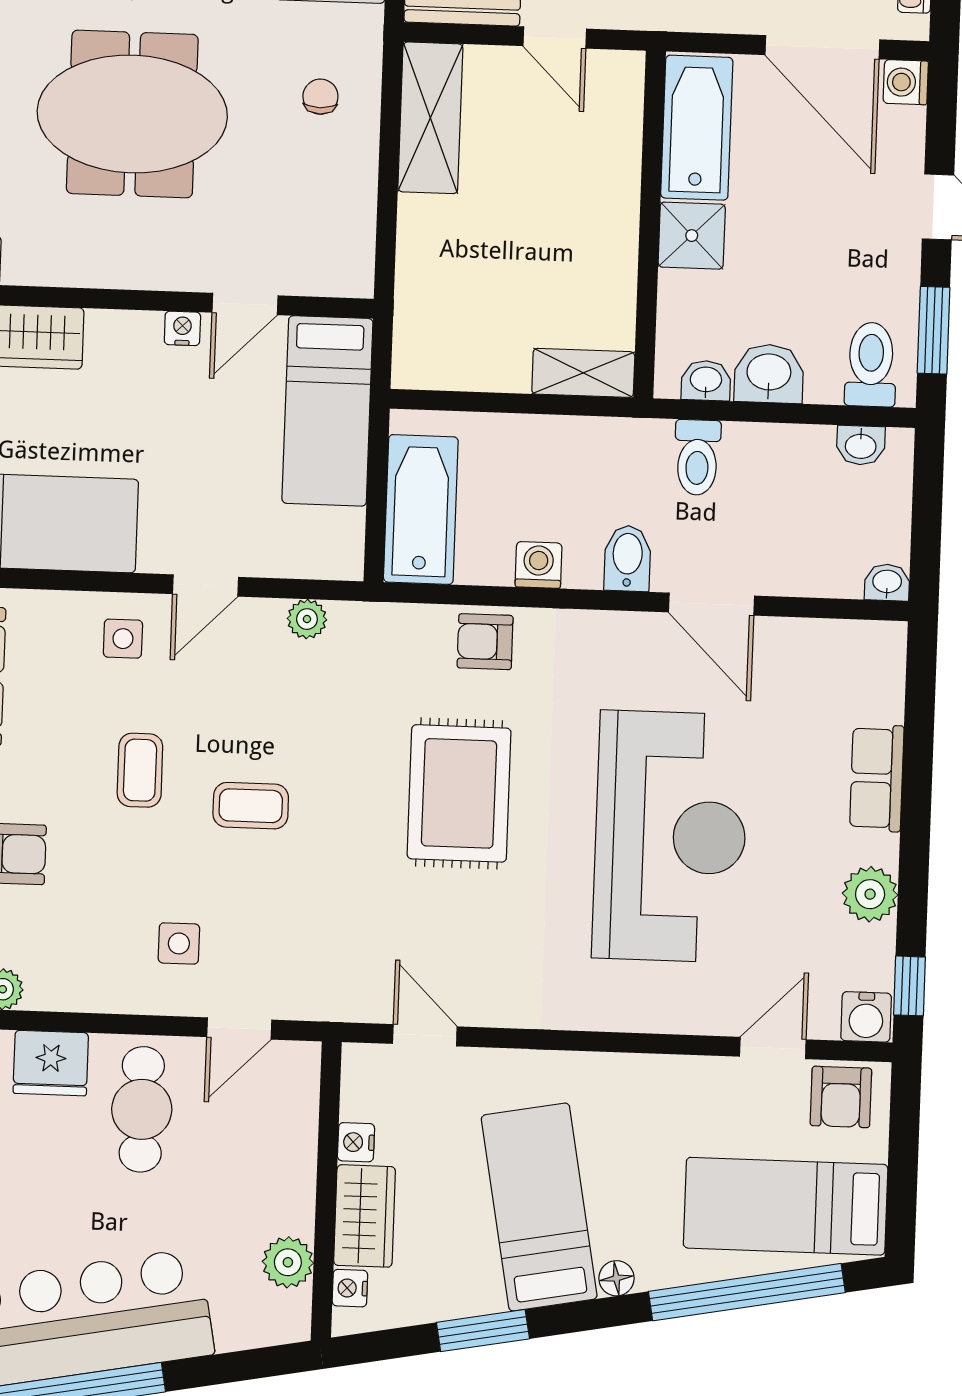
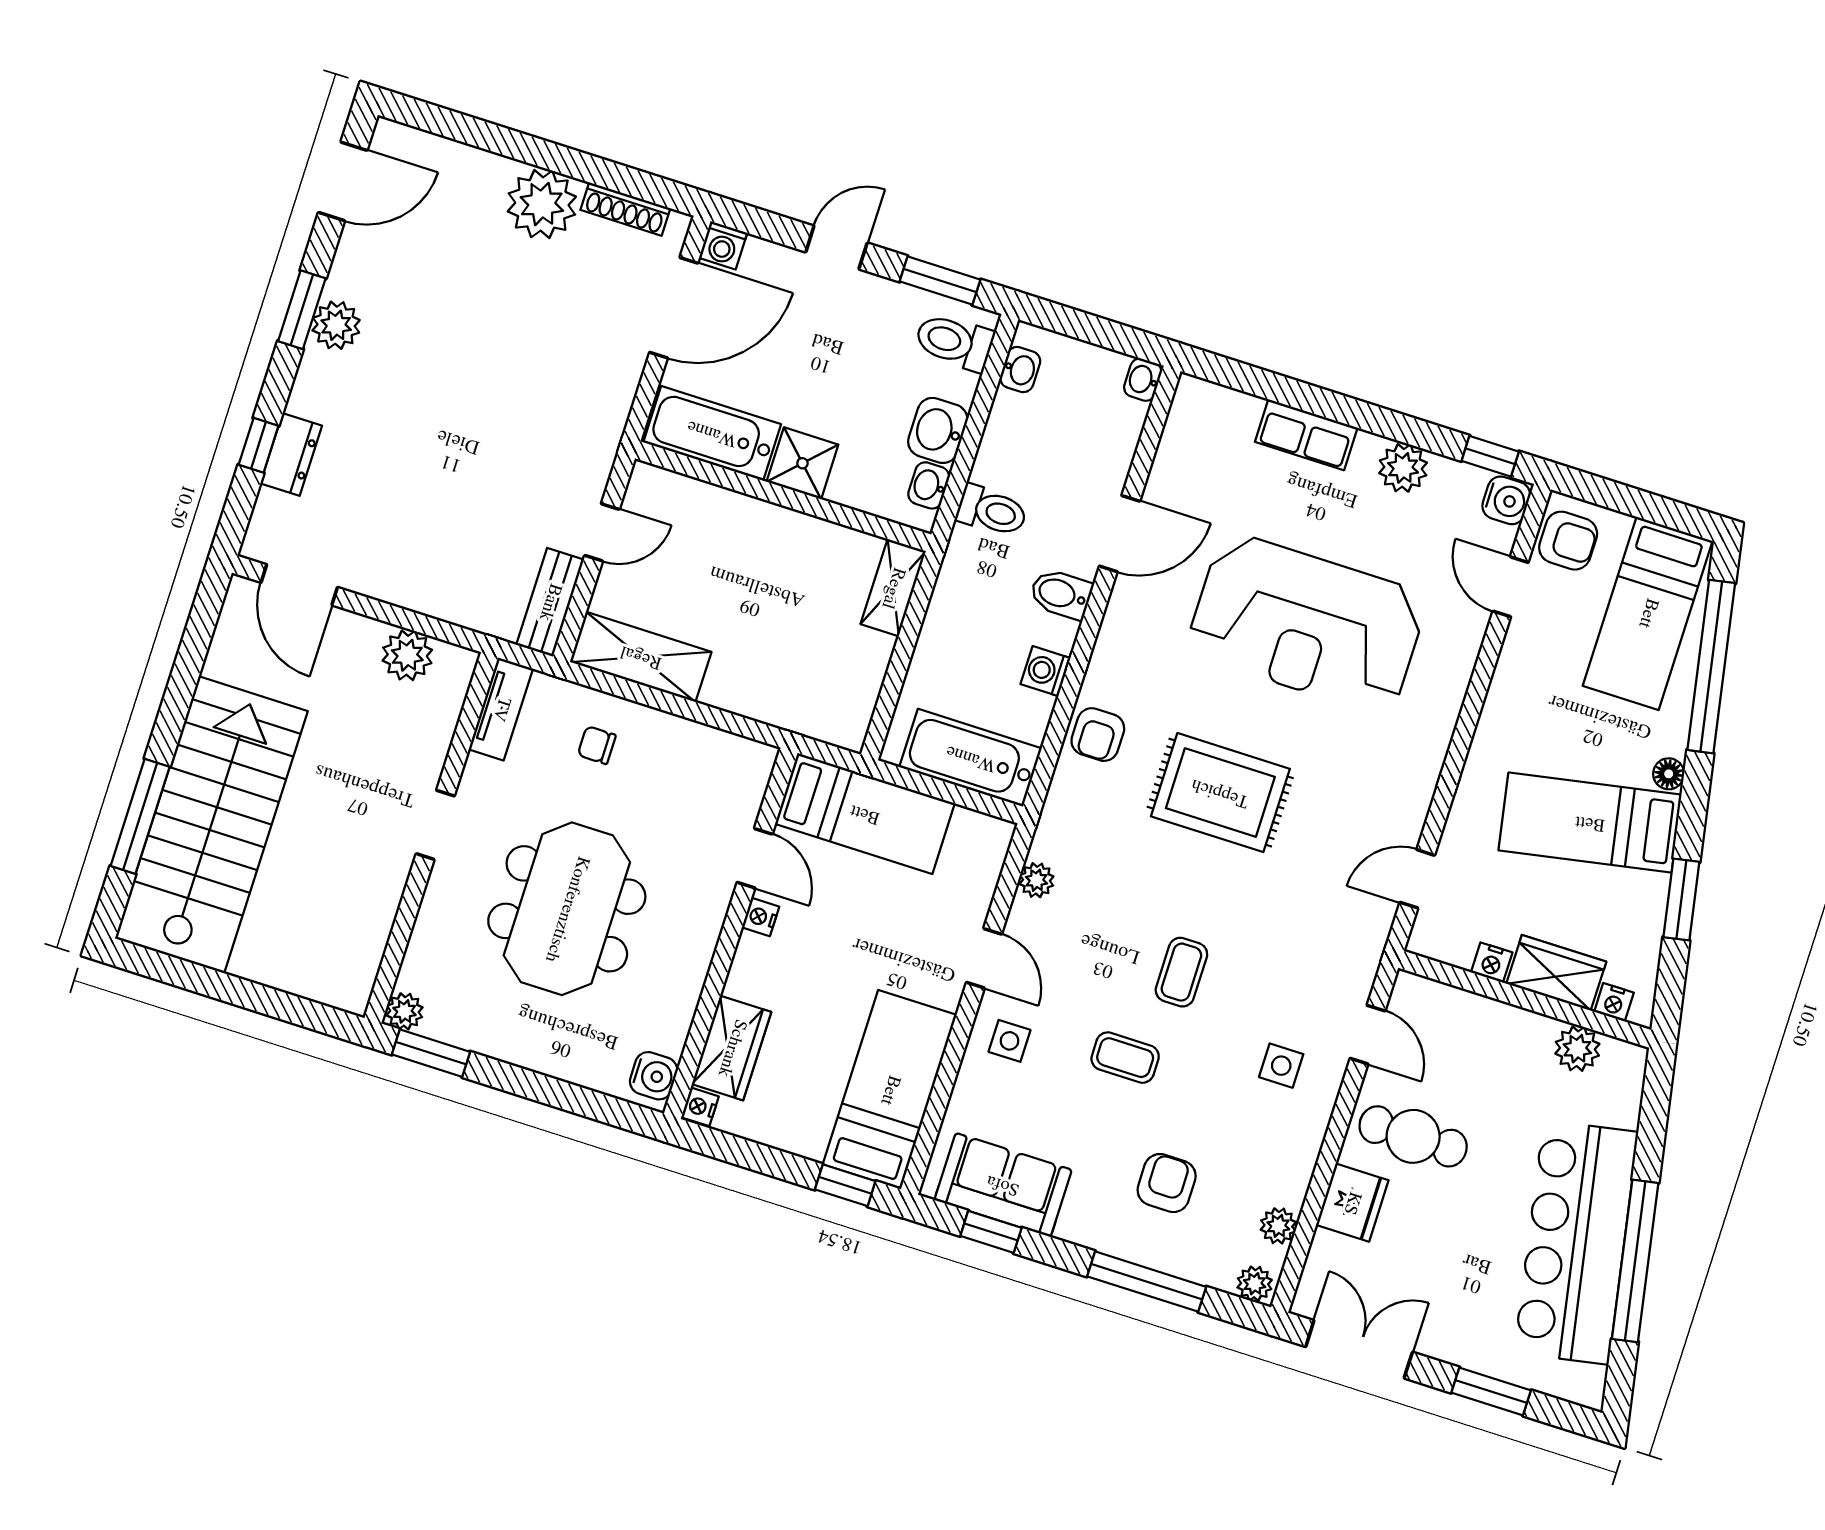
reception desk: (670, 836) -> (1307, 624), turned 180

